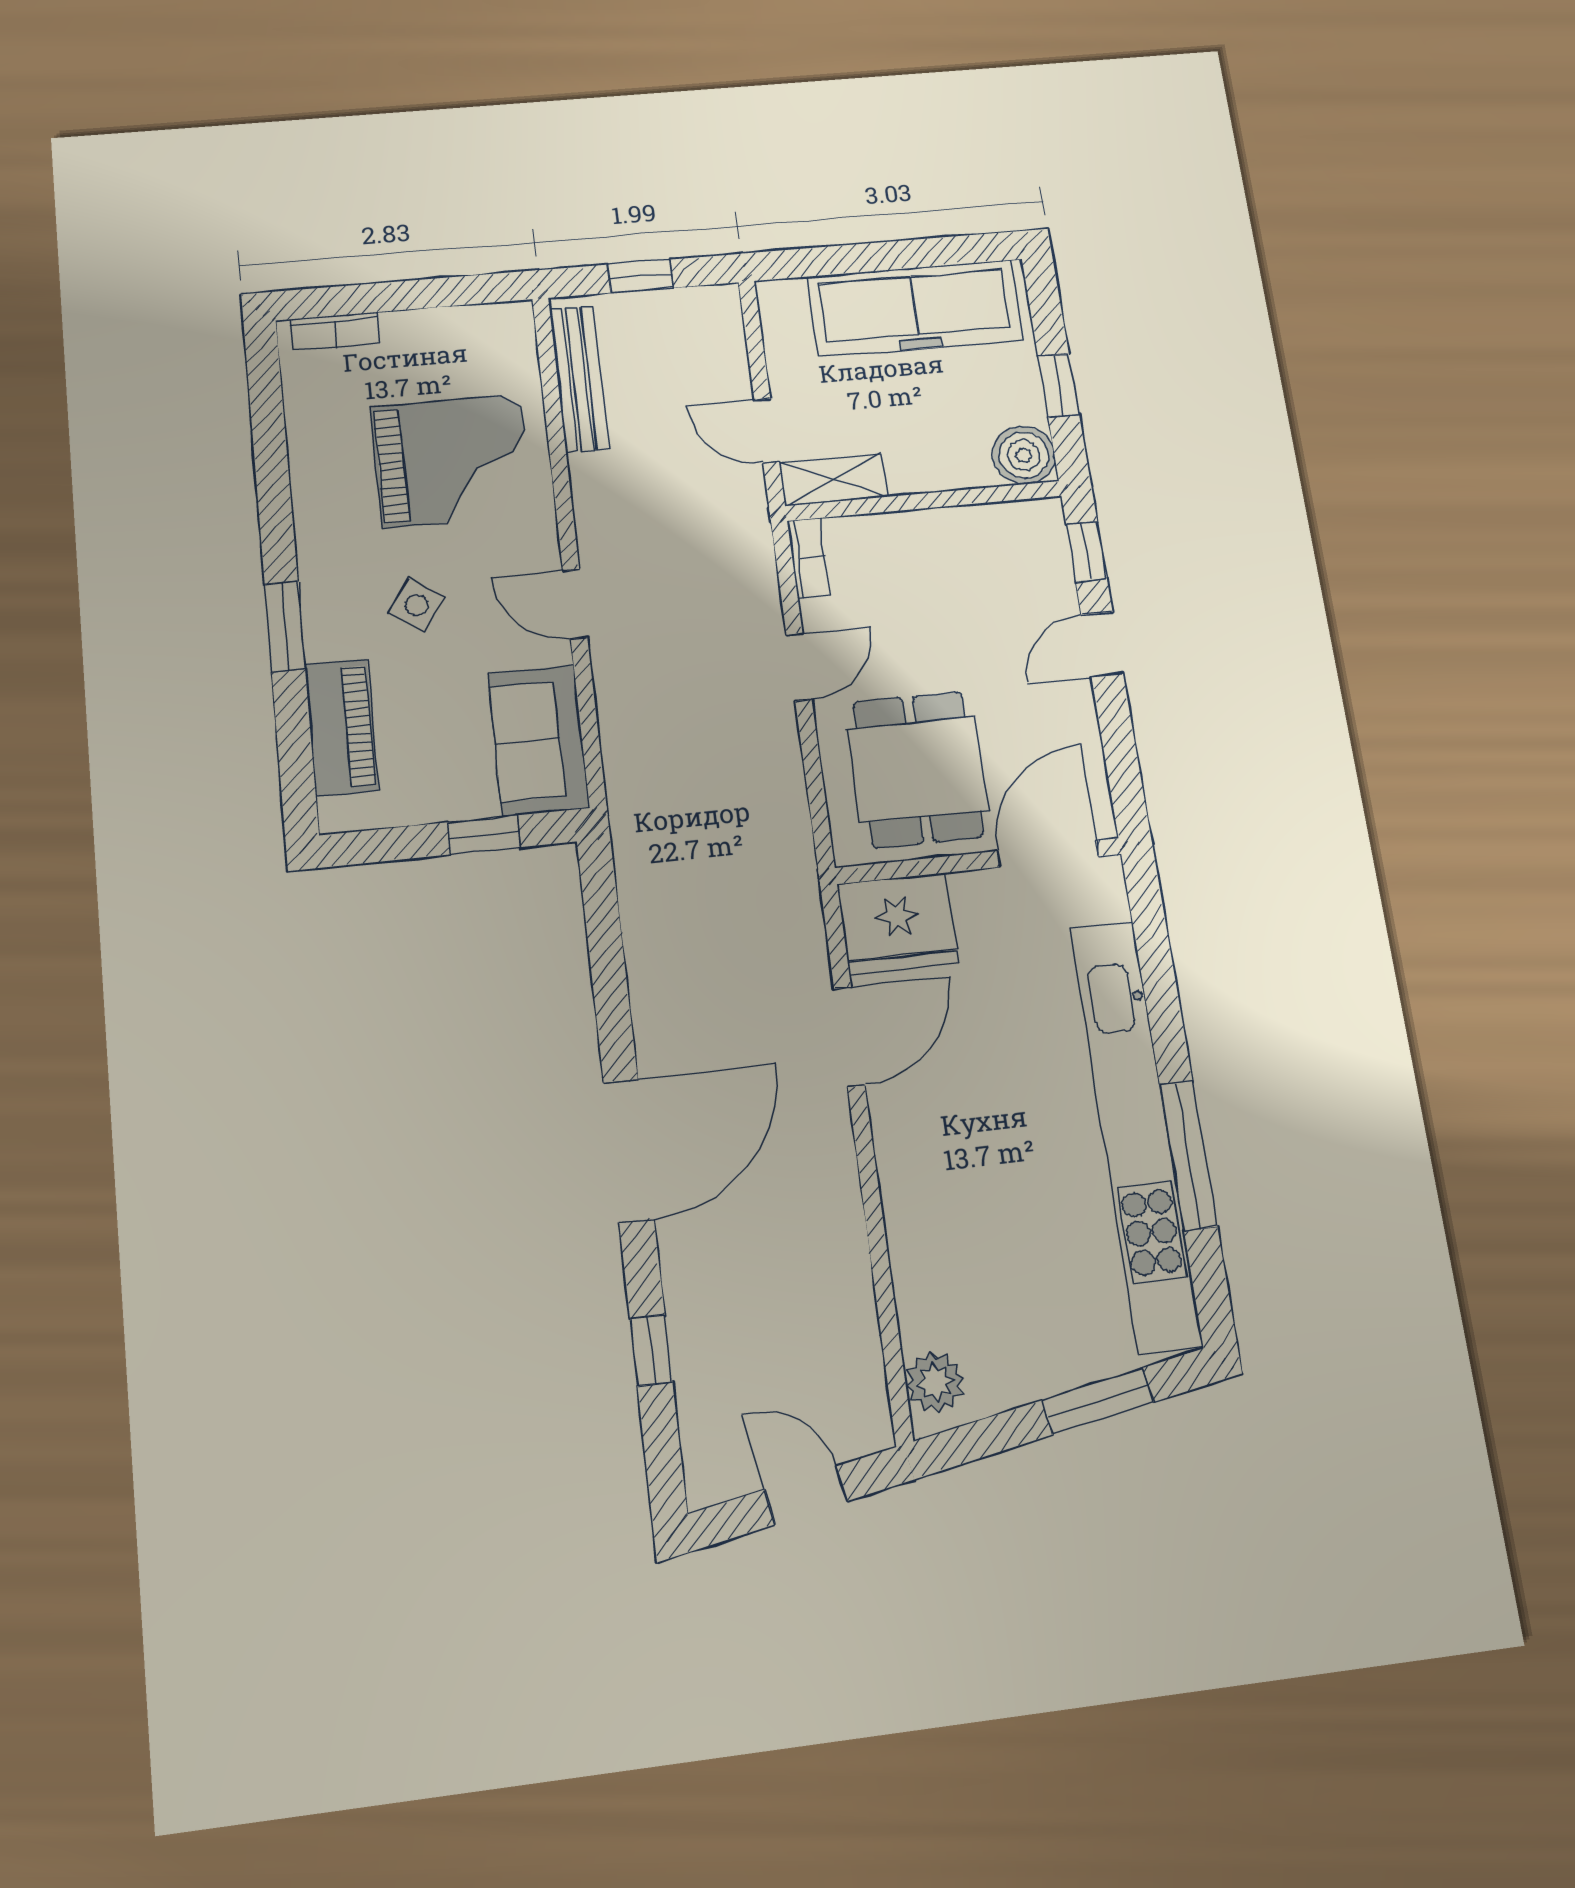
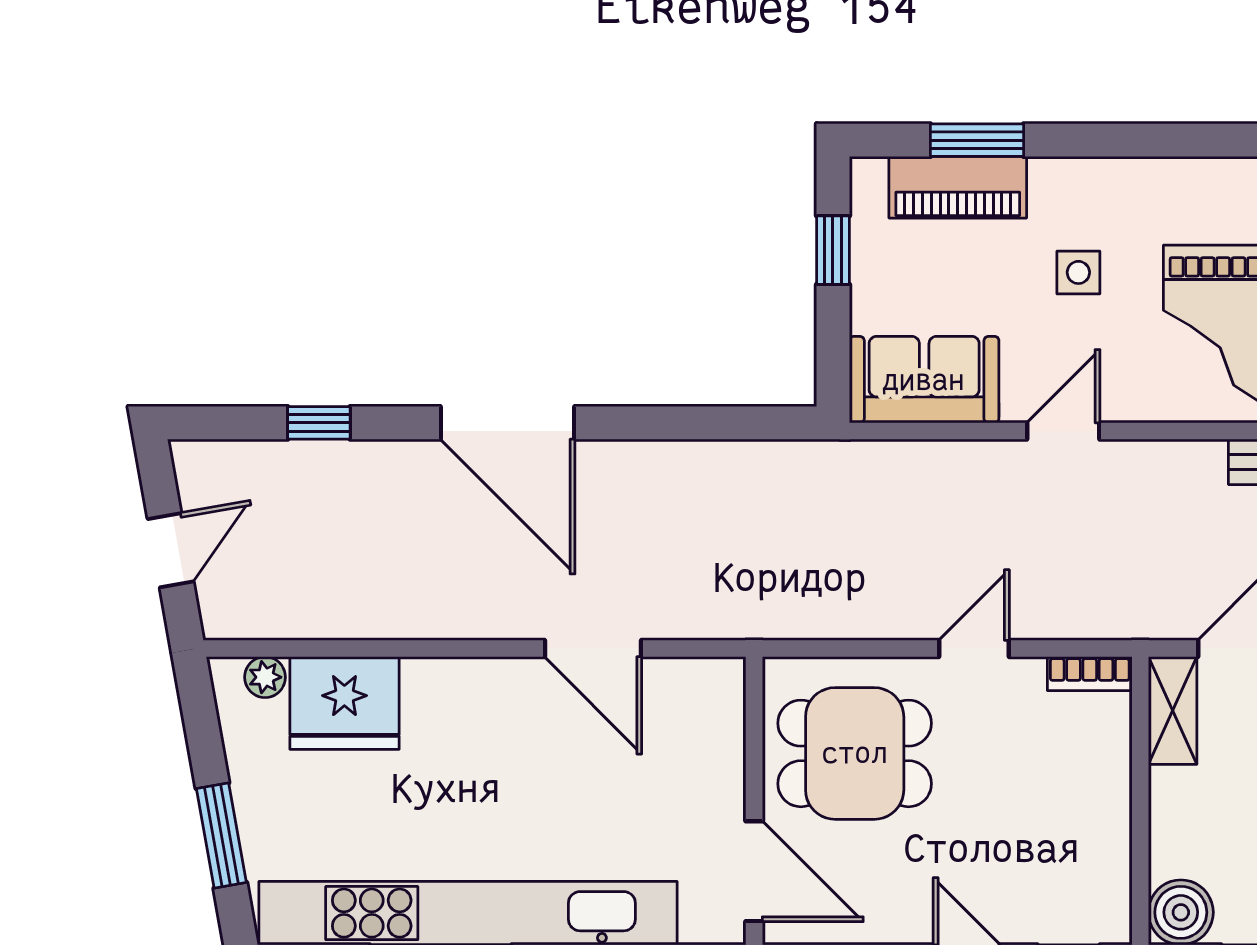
side table: (417, 605) -> (1078, 272), turned -35
window: (285, 626) -> (977, 140), moved
door: (799, 667) -> (974, 649), swing flipped
window: (484, 835) -> (833, 250), moved
fridge: (898, 924) -> (344, 703), moved, turned -90
plant: (935, 1382) -> (265, 677), width x0.73, depth x0.73

